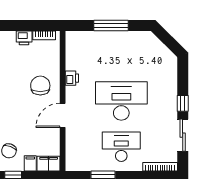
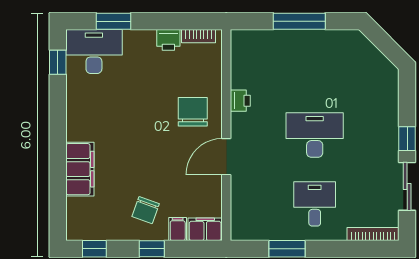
desk: (121, 101) -> (315, 135), width x0.73, depth x0.77
desk: (121, 147) -> (315, 204), width x0.73

